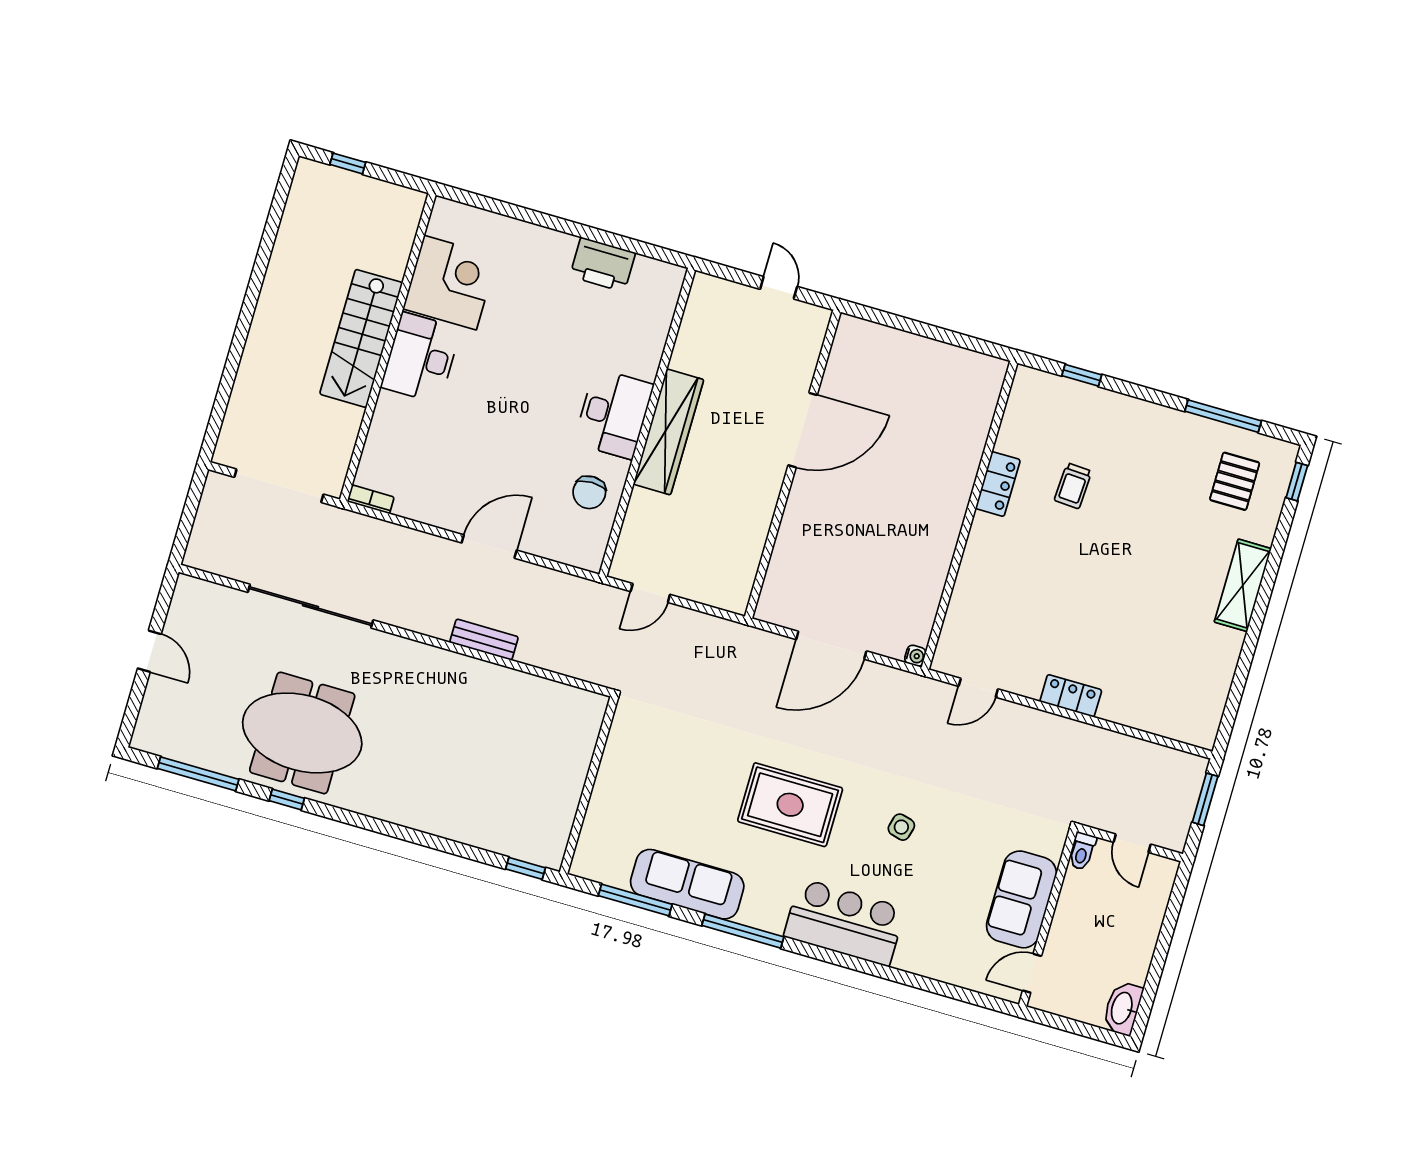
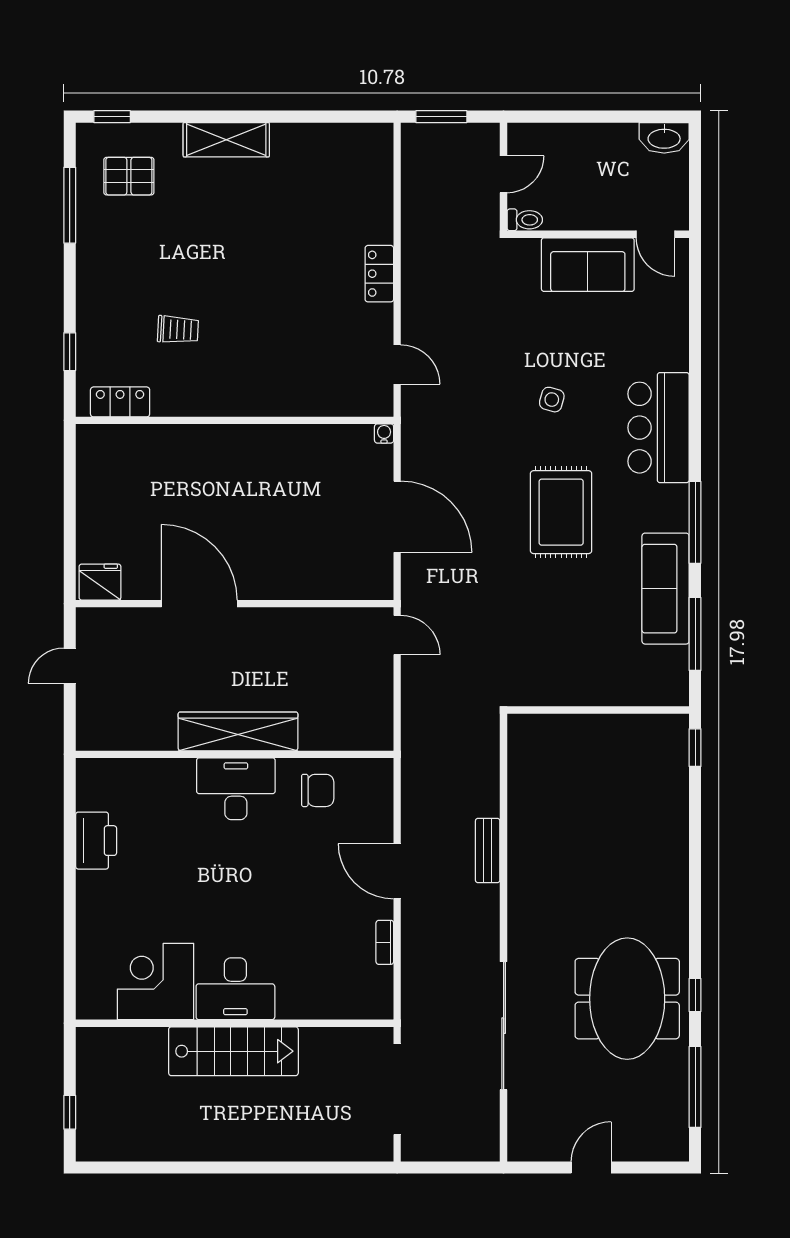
fridge: (851, 340) -> (100, 582), added
locker: (998, 484) -> (120, 402), moved
bookcase: (371, 499) -> (385, 942), moved
door: (650, 593) -> (397, 635), moved

